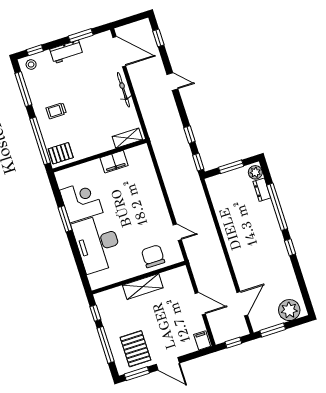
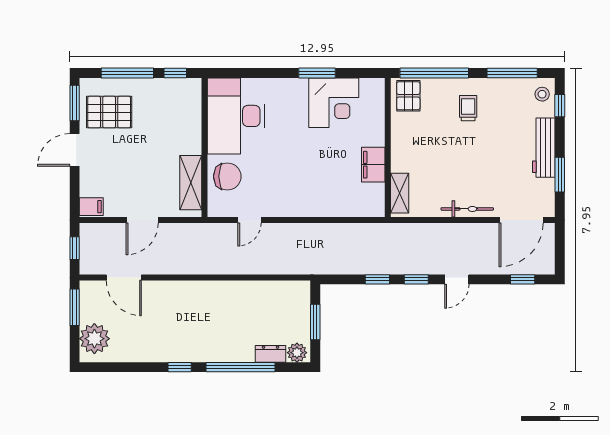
workbench: (66, 52) -> (544, 148), width x1.37
window: (198, 162) -> (416, 279), moved
desk: (97, 243) -> (236, 116), moved, turned -90
shelving: (143, 286) -> (191, 183), moved

